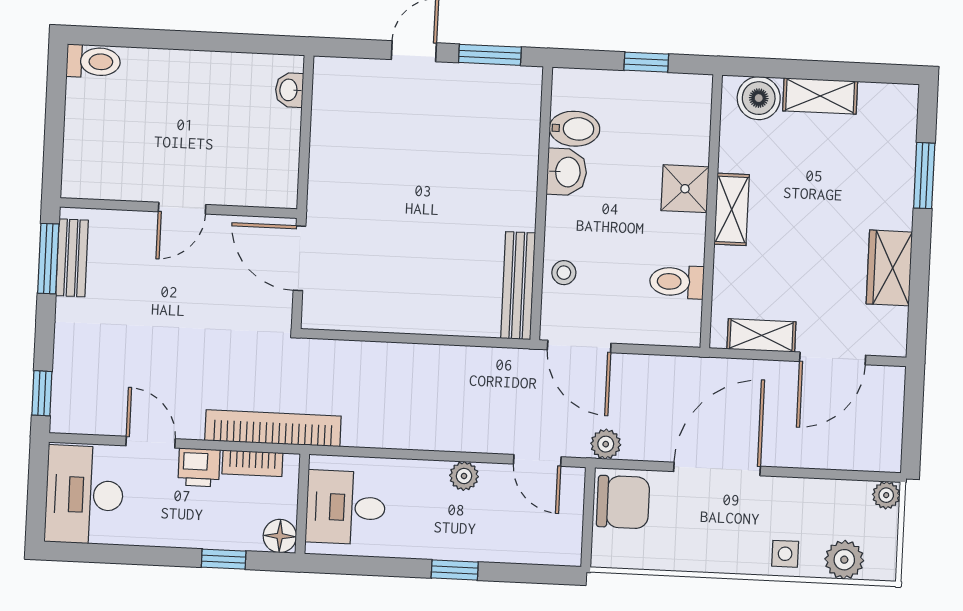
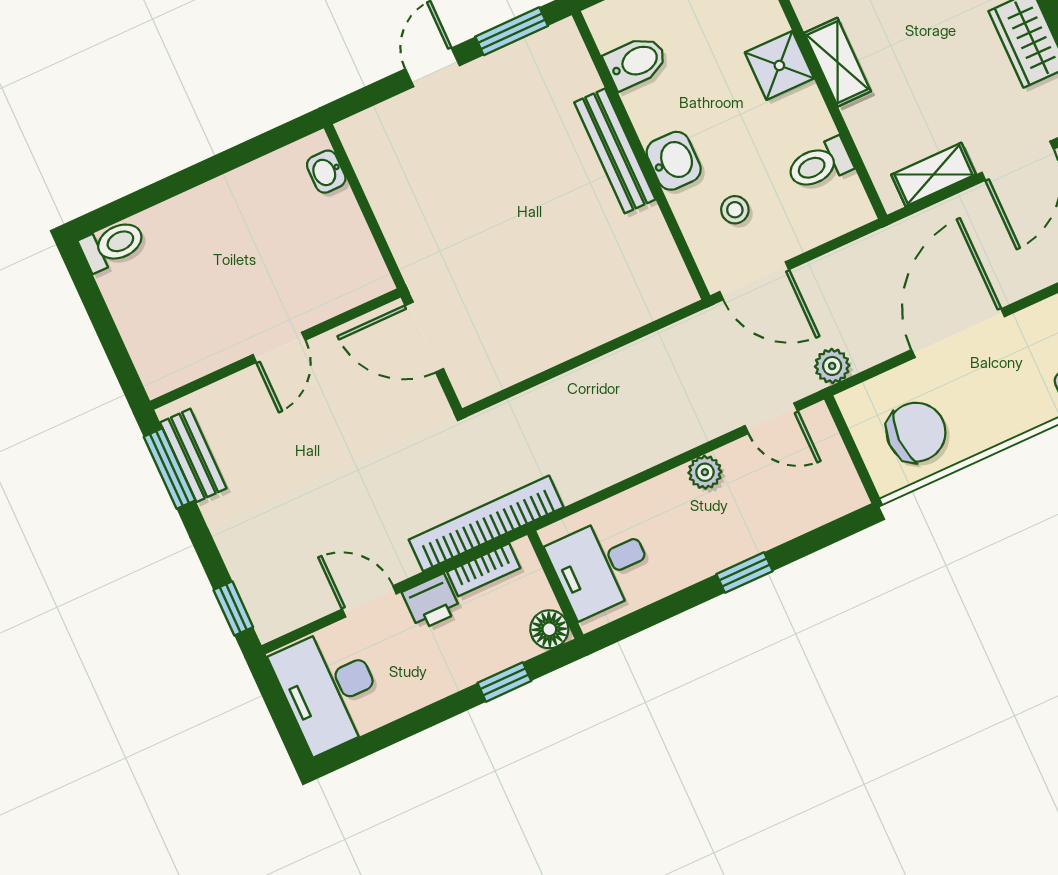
washbasin: (567, 172) -> (674, 161), moved
stool: (564, 273) -> (735, 210), moved
bench: (518, 286) -> (615, 151), moved
chair: (623, 502) -> (916, 432), moved

